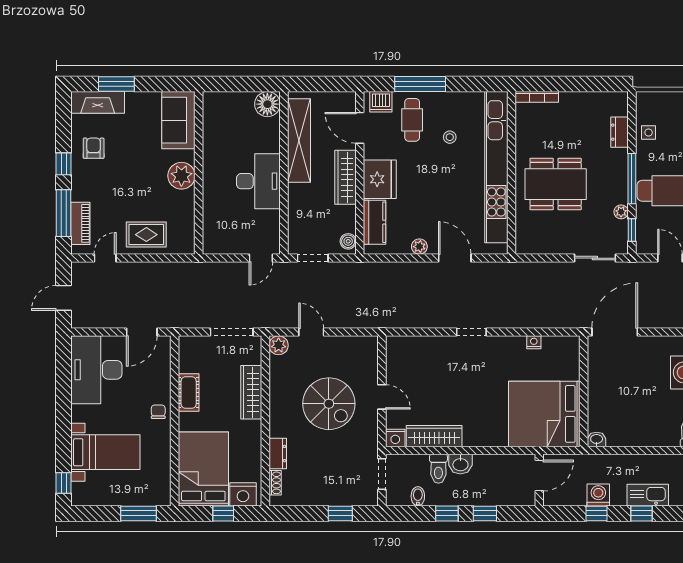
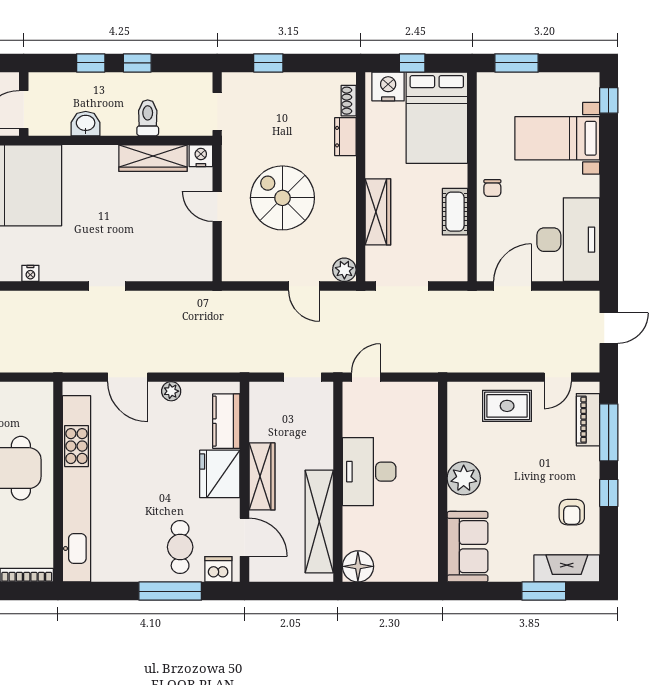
stool: (450, 137) -> (134, 526), removed
boiler: (348, 241) -> (259, 398), removed
washbasin: (460, 464) -> (86, 124), moved
bidet: (418, 496) -> (173, 84), removed

